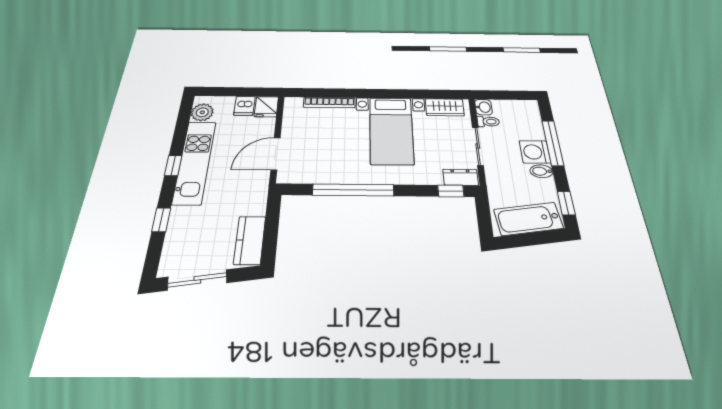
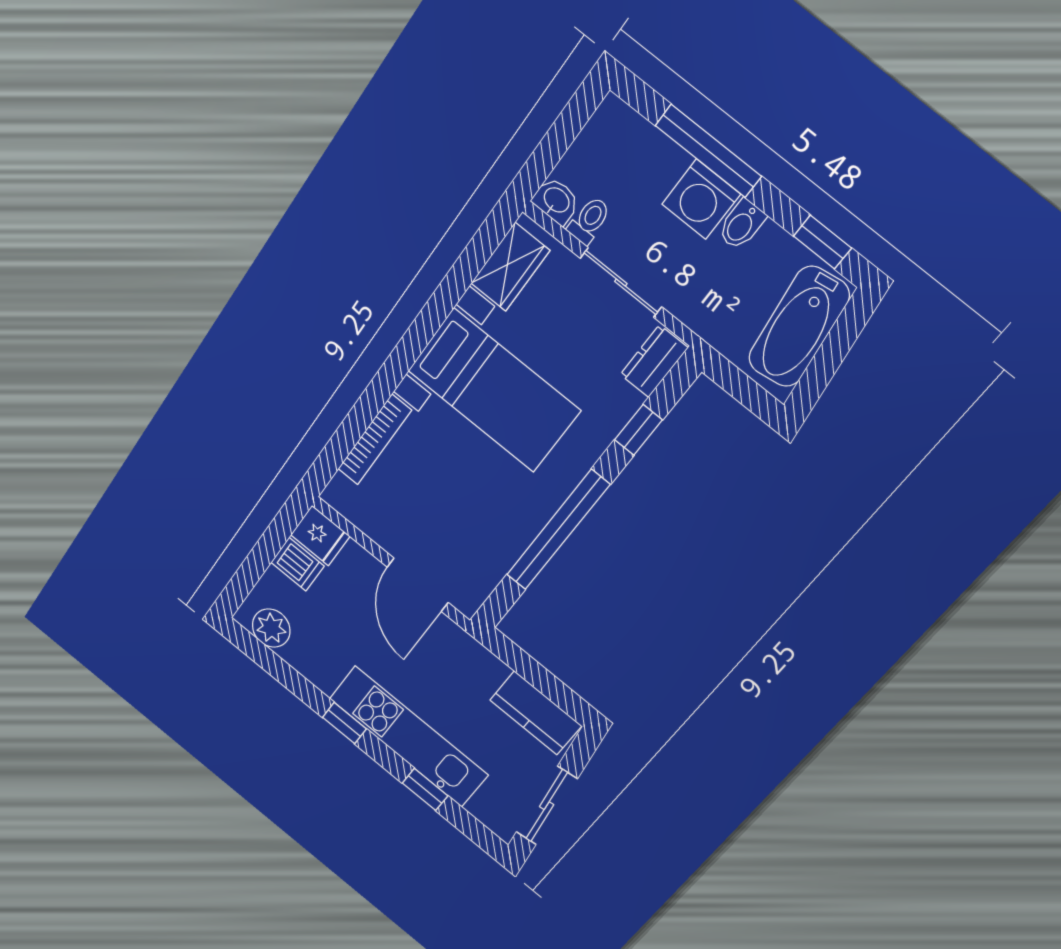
kitchen unit: (195, 162) -> (408, 737), moved
window: (451, 191) -> (638, 430), moved

